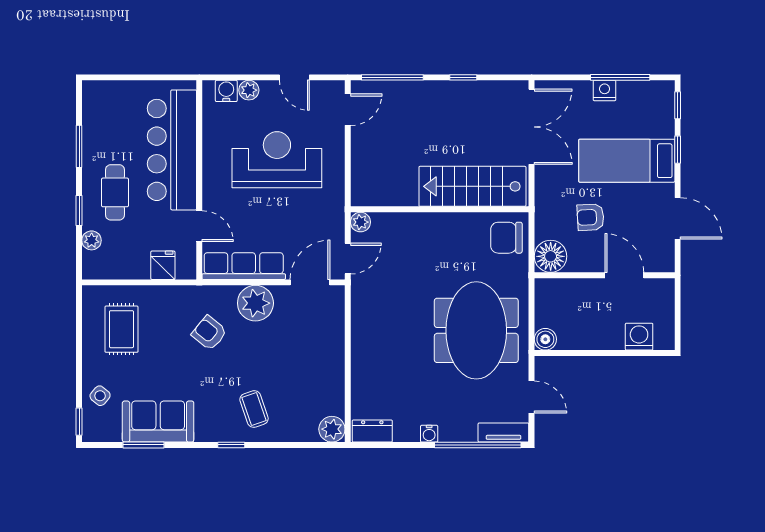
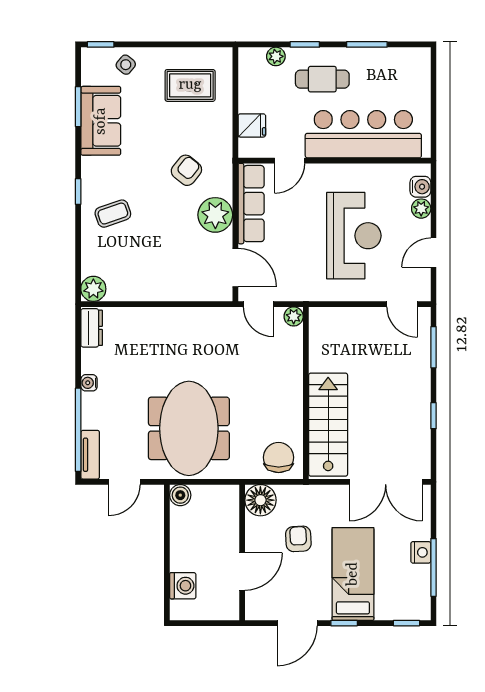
window: (392, 77) -> (433, 347), width x0.69
window: (678, 150) -> (344, 623), moved
meeting table: (476, 330) -> (189, 428), turned 90

